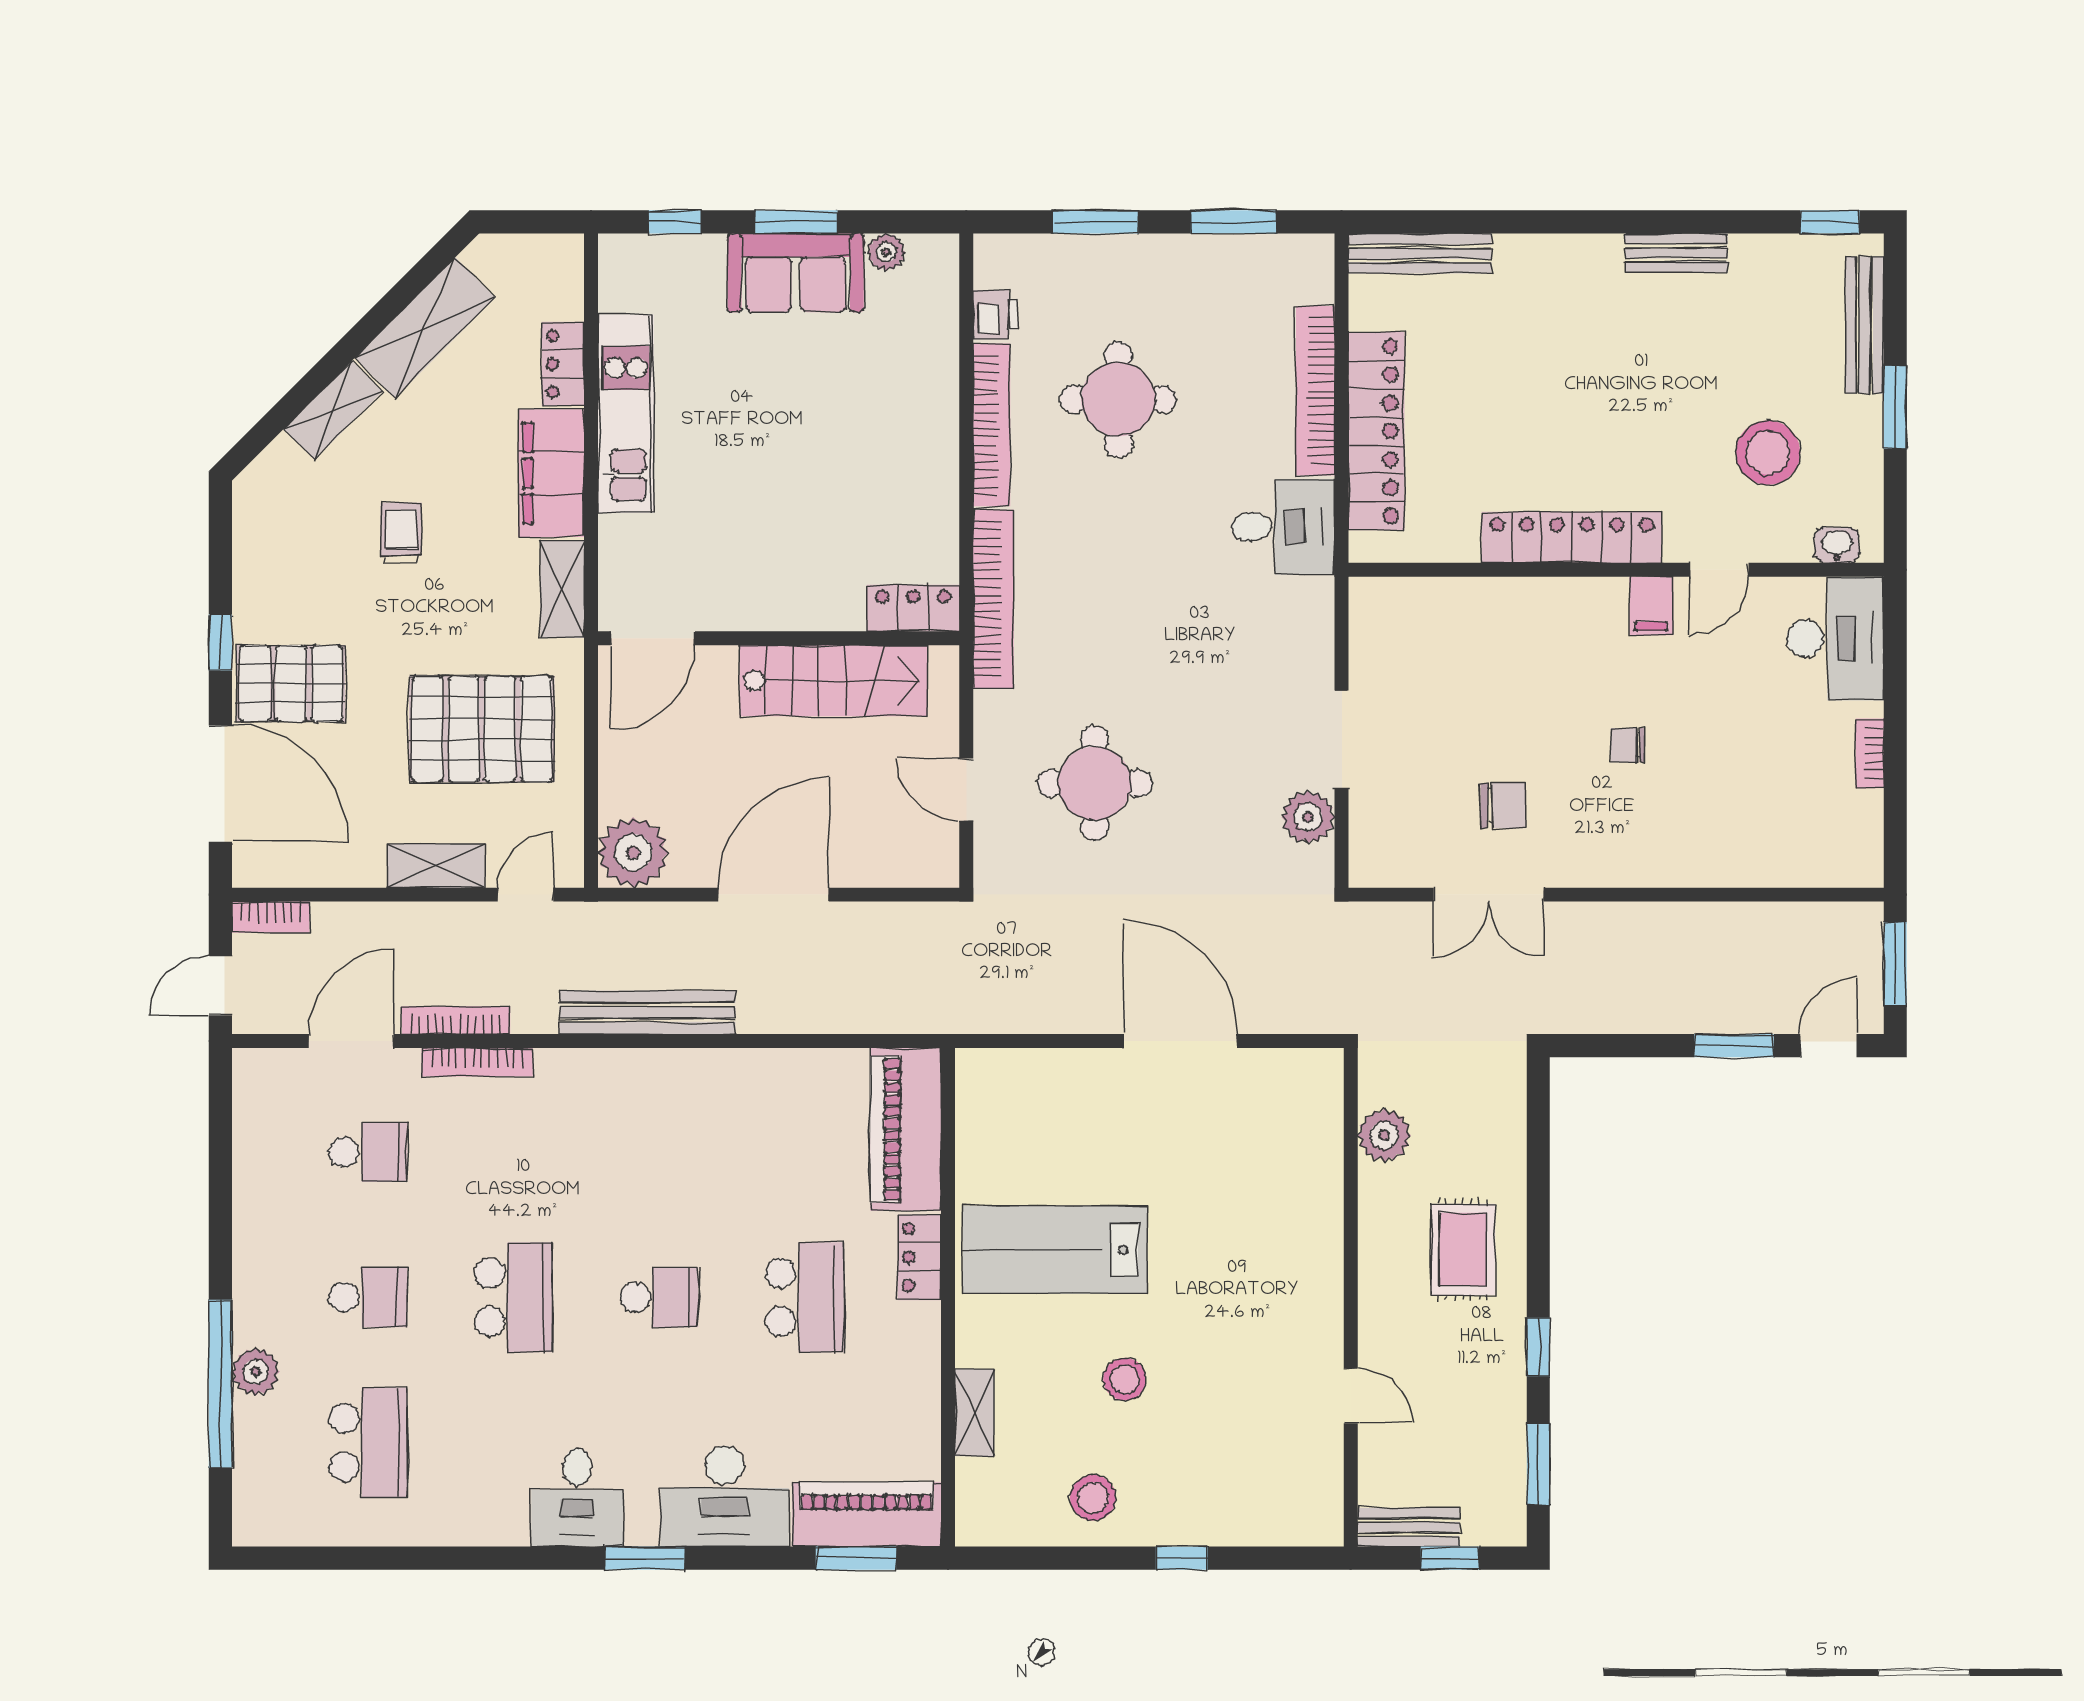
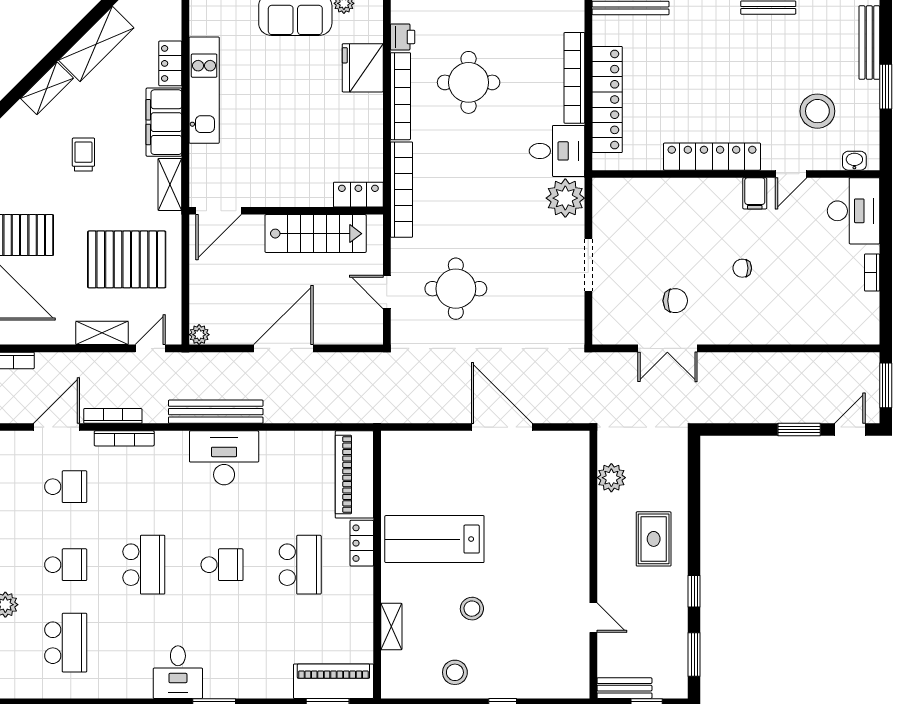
fridge: (921, 372) -> (363, 68), added
plant: (1308, 817) -> (565, 198), moved, width x1.36, depth x1.36
plant: (633, 852) -> (199, 335), width x0.53, depth x0.53
desk: (724, 1496) -> (224, 458), moved, turned 180

